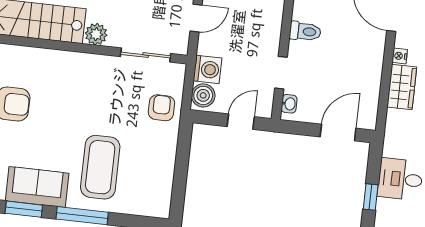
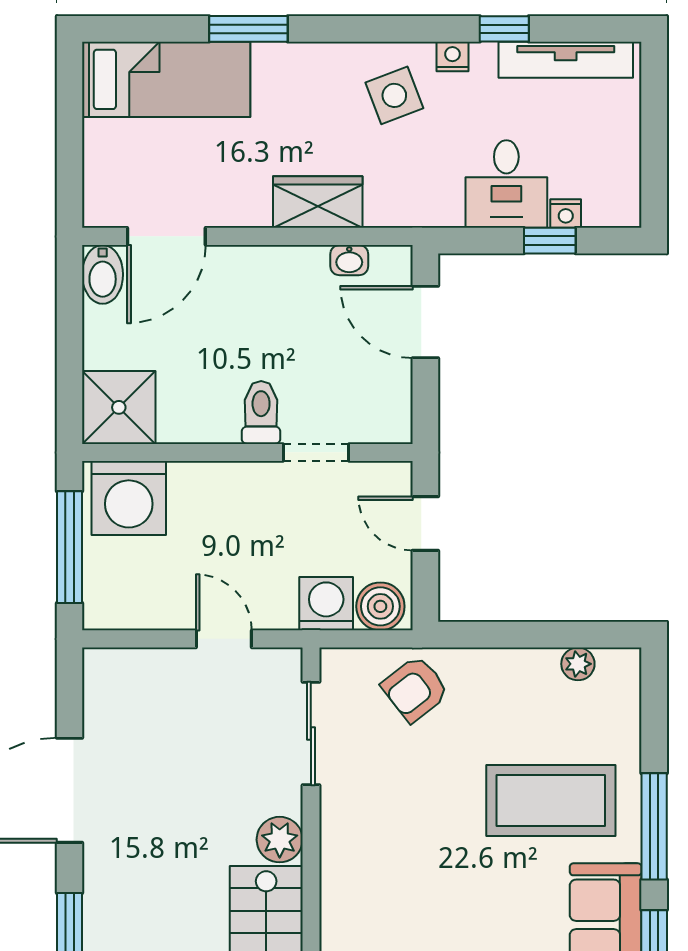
toilet: (305, 31) -> (261, 412), moved
nightstand: (400, 56) -> (566, 214), moved
washbasin: (289, 104) -> (349, 260), moved, turned 180
armchair: (161, 108) -> (415, 689), turned -38
plant: (165, 188) -> (578, 664), added

